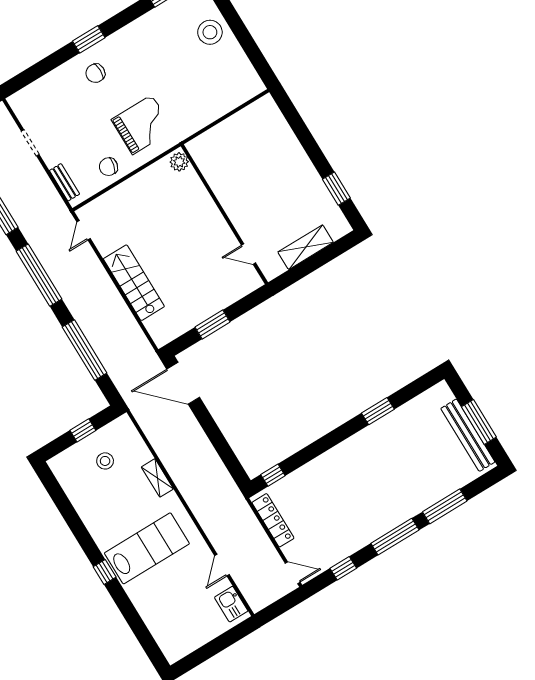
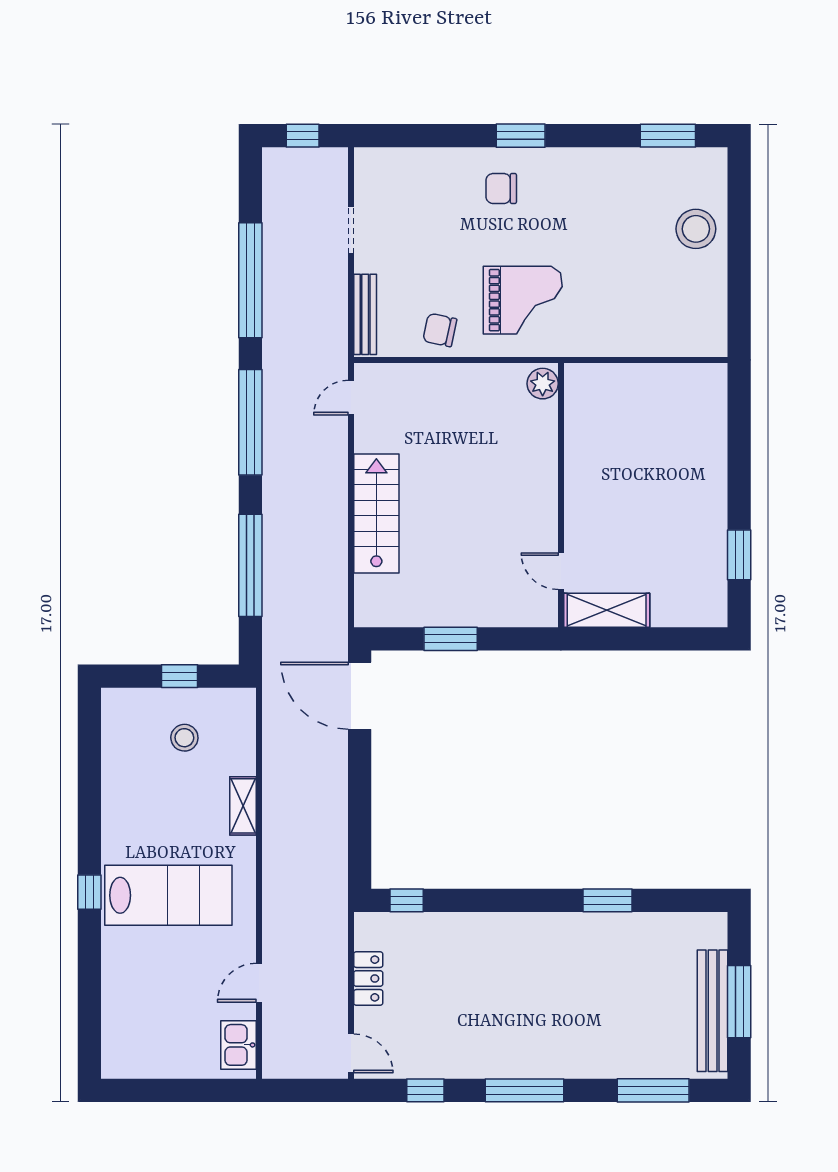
bench: (64, 182) -> (365, 314), width x1.36
shelving: (306, 247) -> (607, 610), moved
window: (445, 506) -> (653, 1090), moved
locker: (273, 520) -> (368, 978), width x0.66

